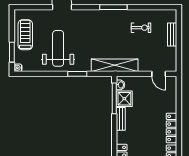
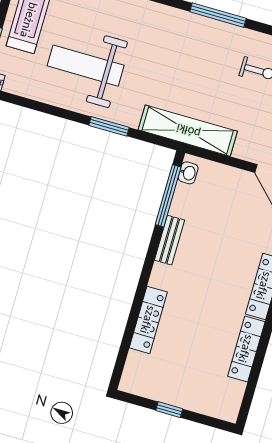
weight bench: (58, 48) -> (86, 66), turned -90
shower: (124, 99) -> (188, 202), removed

